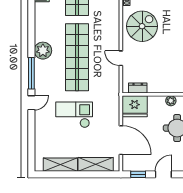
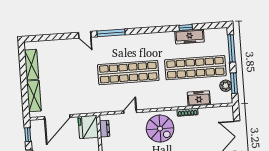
plant: (43, 51) -> (132, 42), removed
checkout: (74, 115) -> (77, 74), removed

